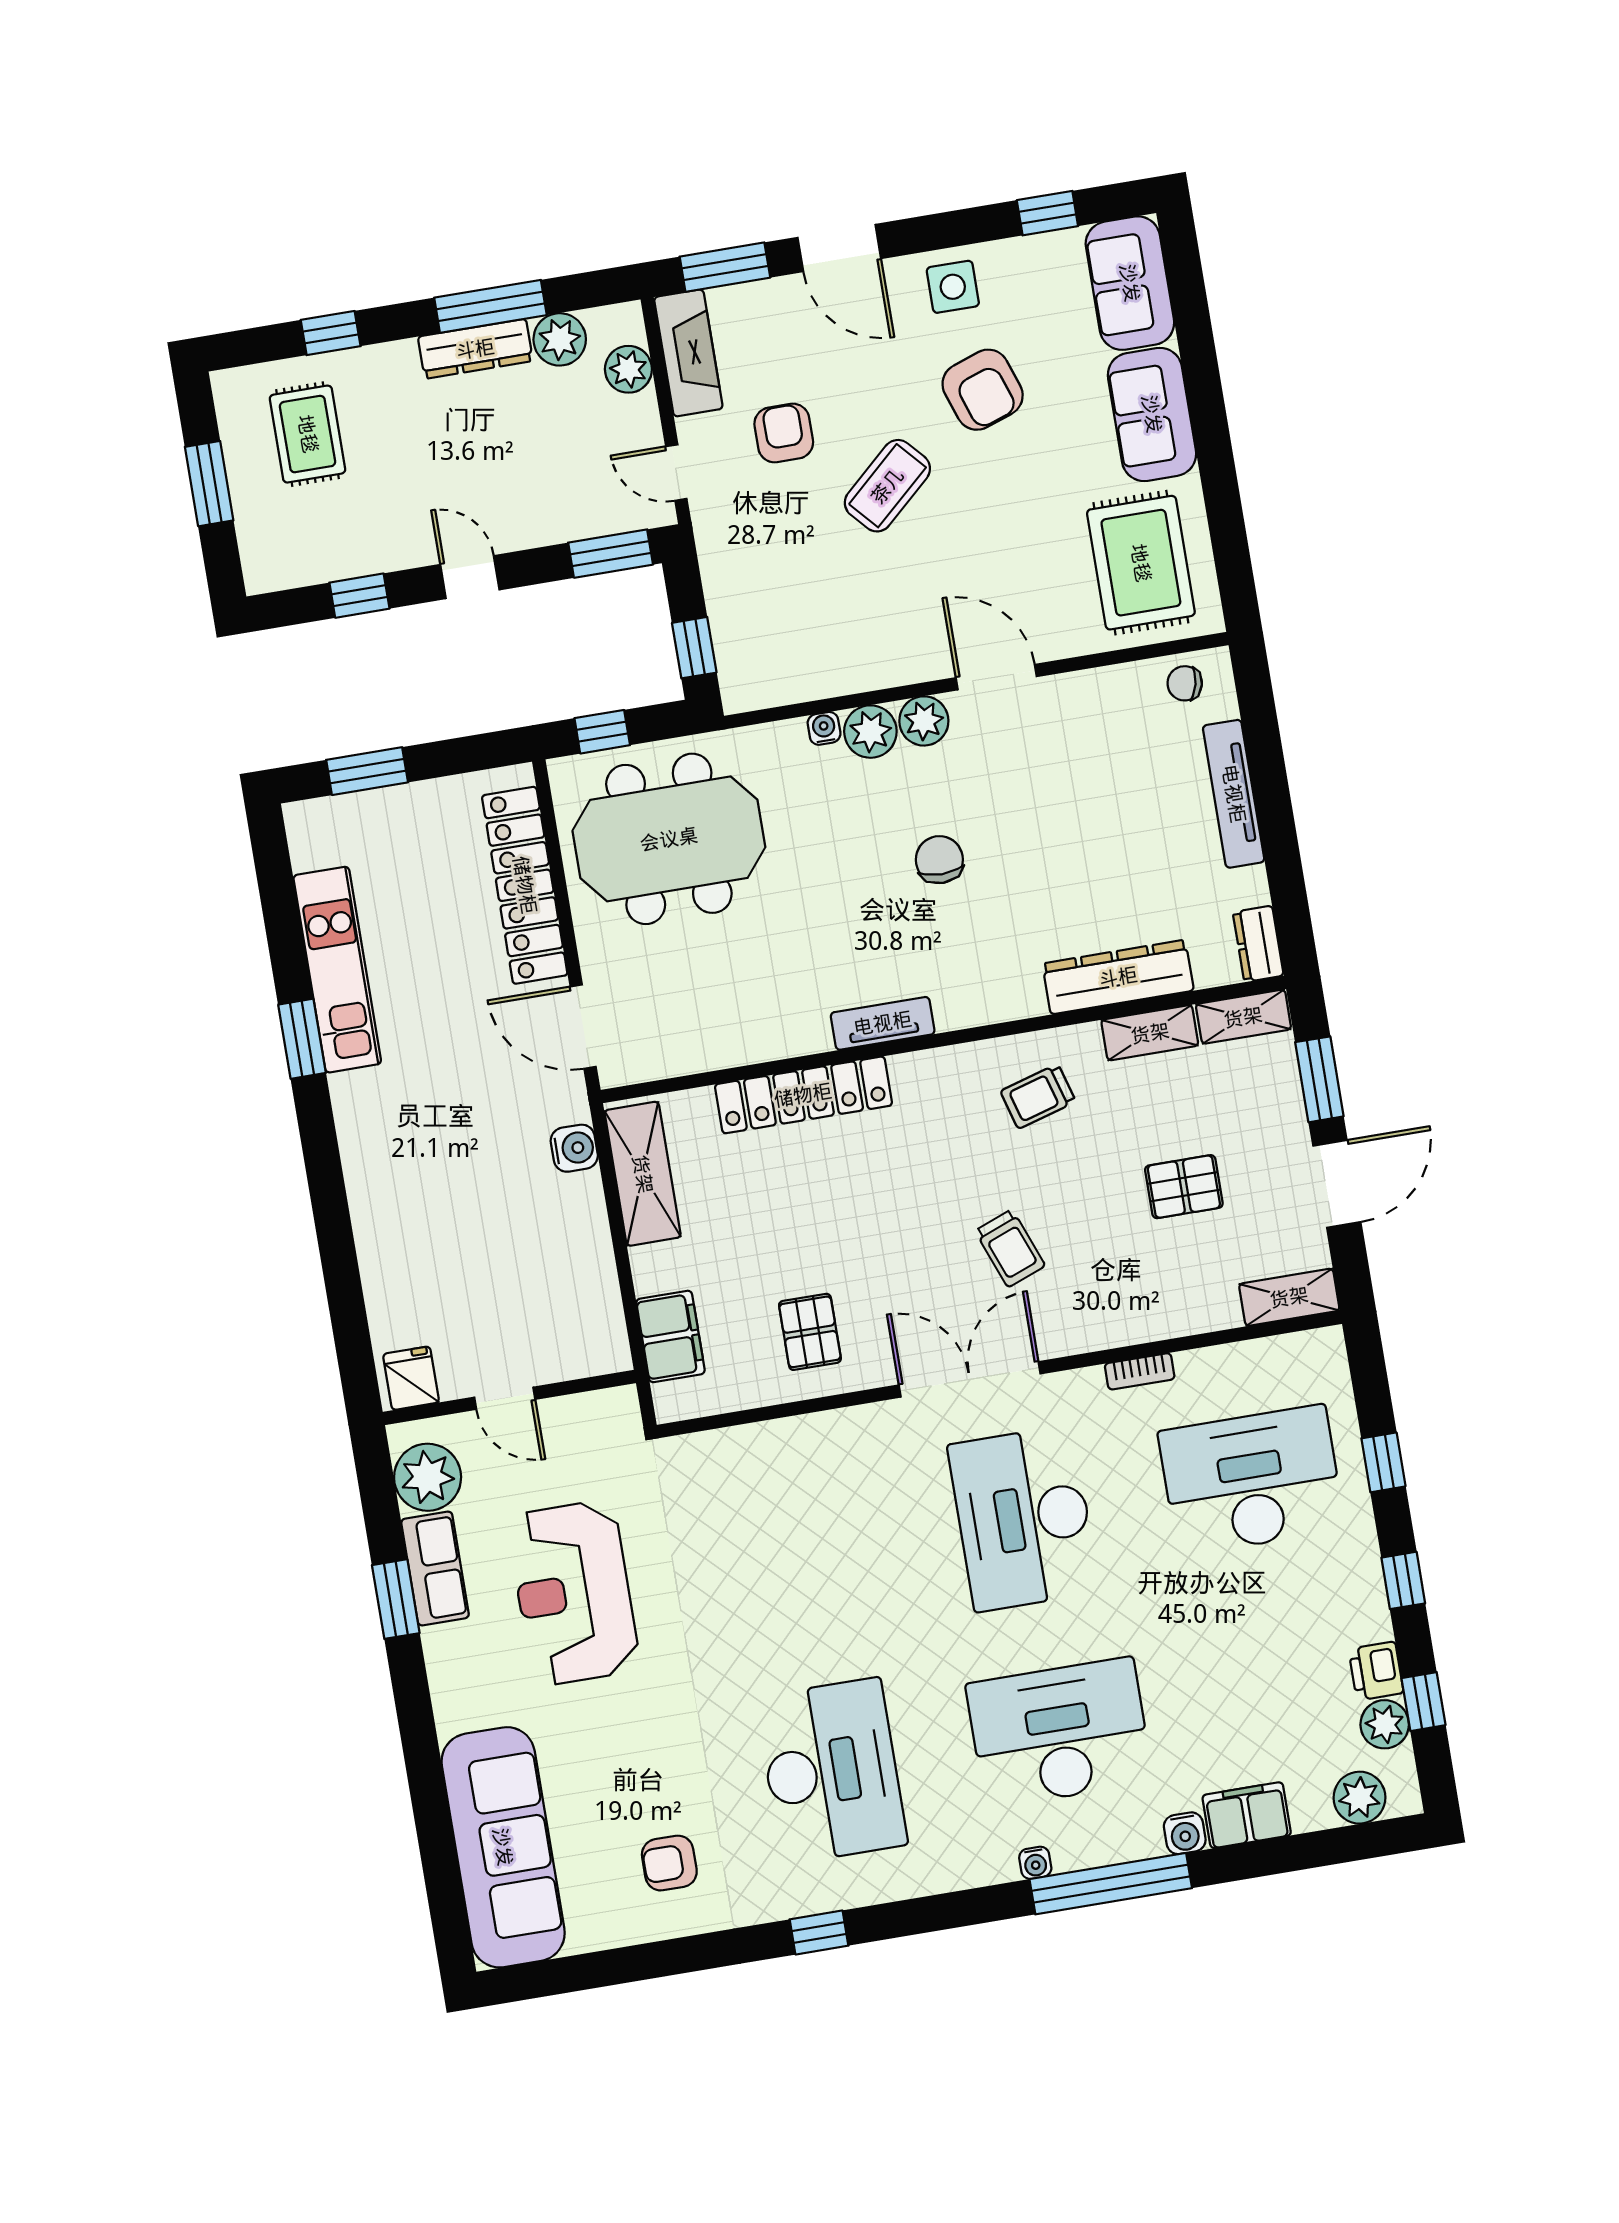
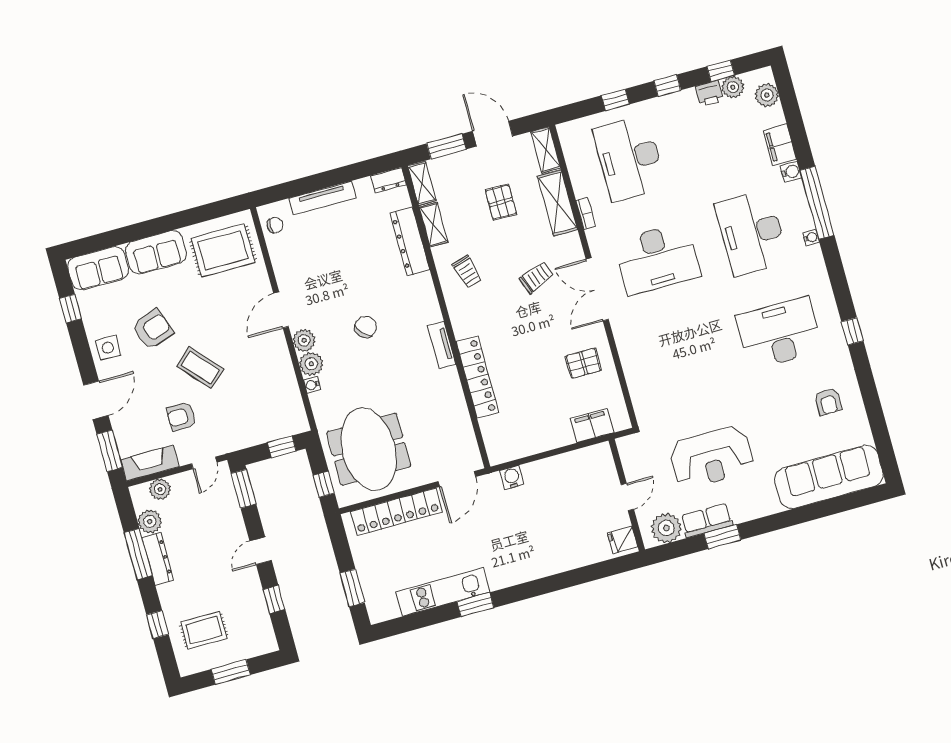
chair: (1185, 683) -> (275, 225), turned -103
chair: (939, 860) -> (366, 327), turned 136
shelving: (643, 1174) -> (557, 203), moved, turned 90

